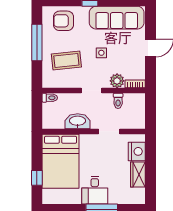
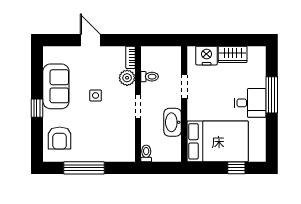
sofa: (117, 18) -> (56, 86), width x0.73
coffee table: (66, 61) -> (104, 135), removed

